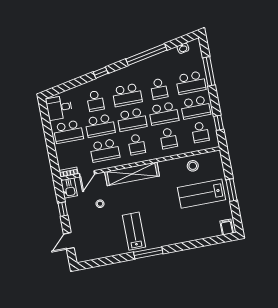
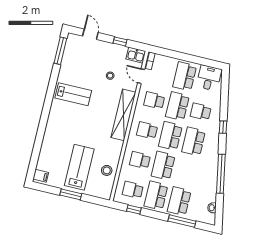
school desk: (159, 89) -> (186, 171), removed
school desk: (105, 150) -> (154, 101), width x0.54
window: (148, 253) -> (60, 51), moved

